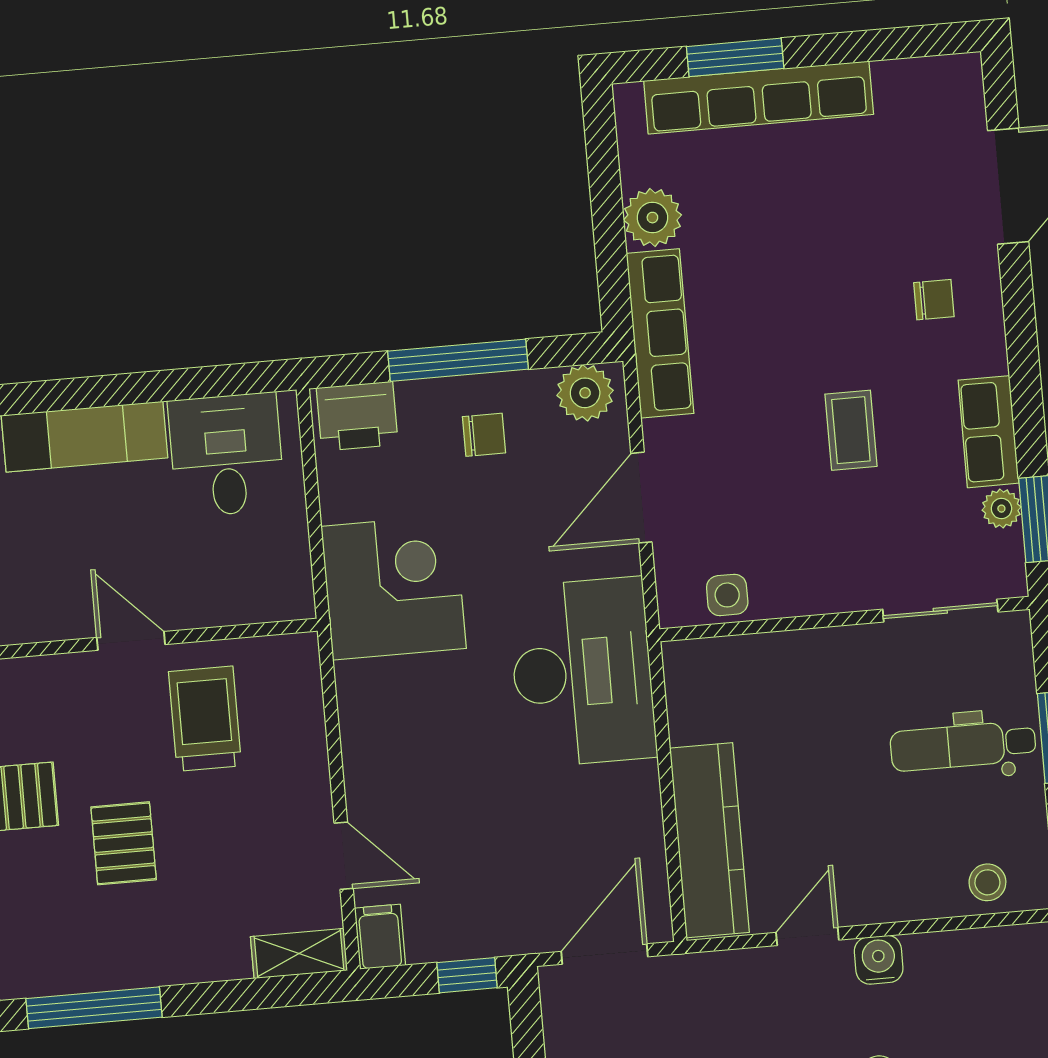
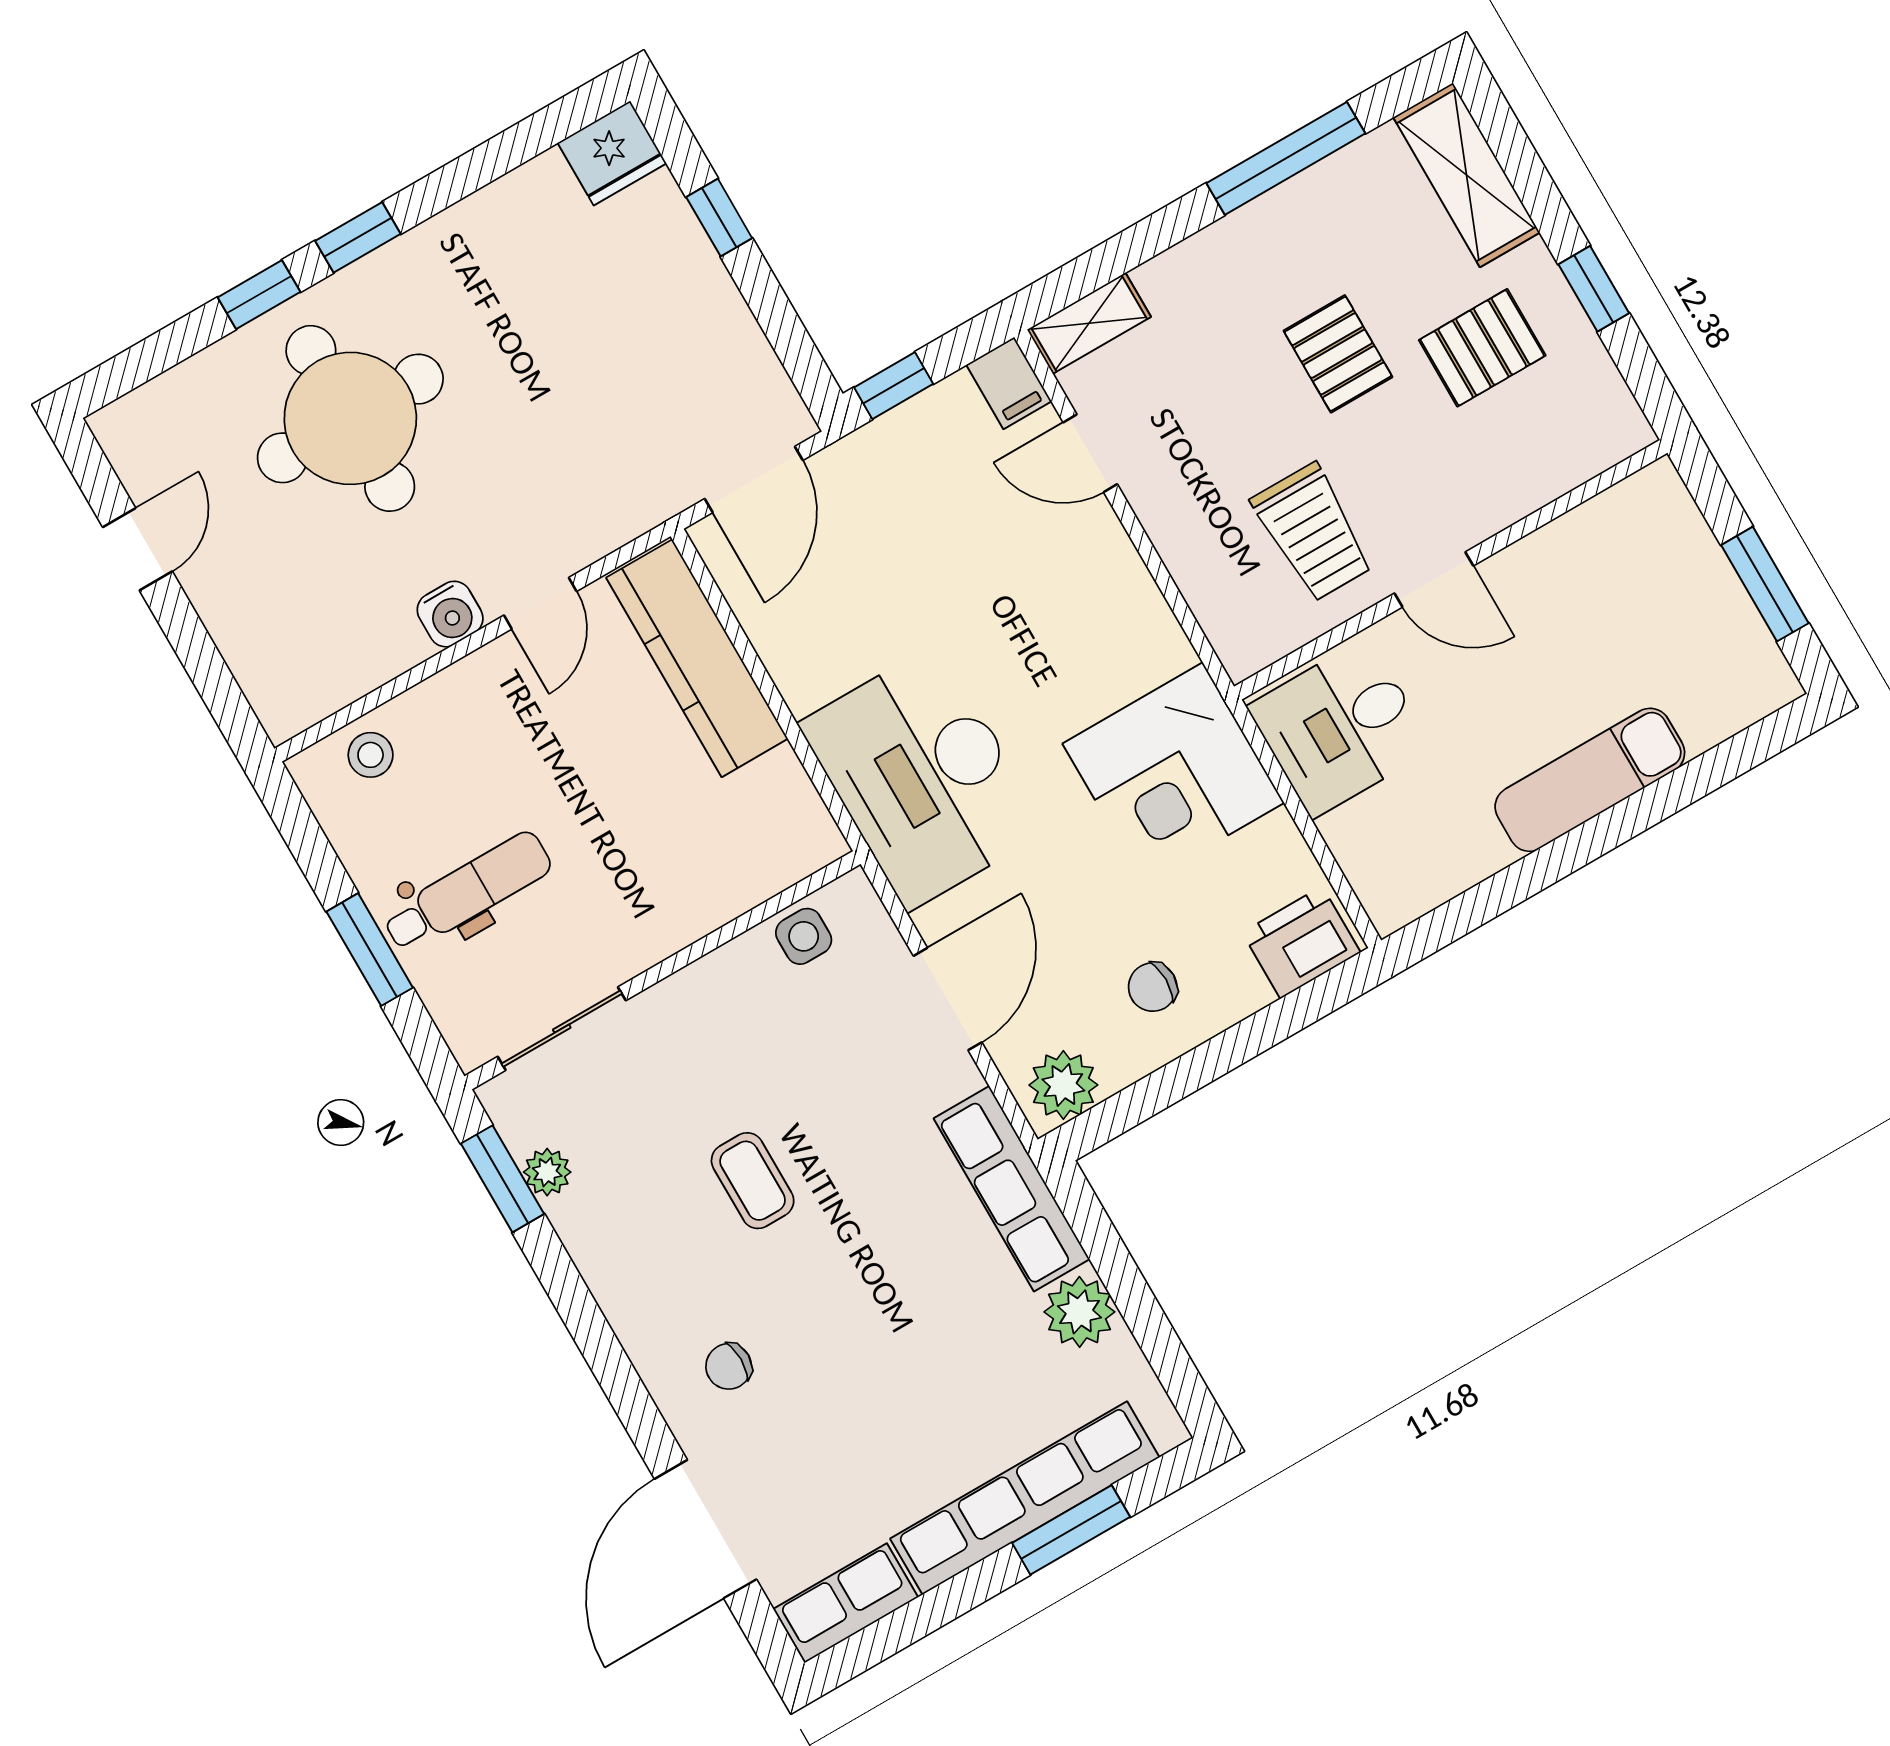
window: (458, 360) -> (1219, 1056), removed
row of seats: (989, 432) -> (846, 1603), moved, turned -90
desk: (226, 455) -> (1340, 728), moved, turned 90

